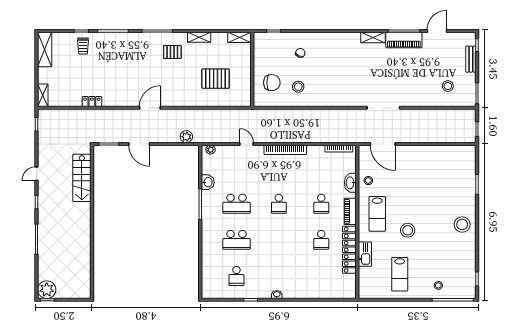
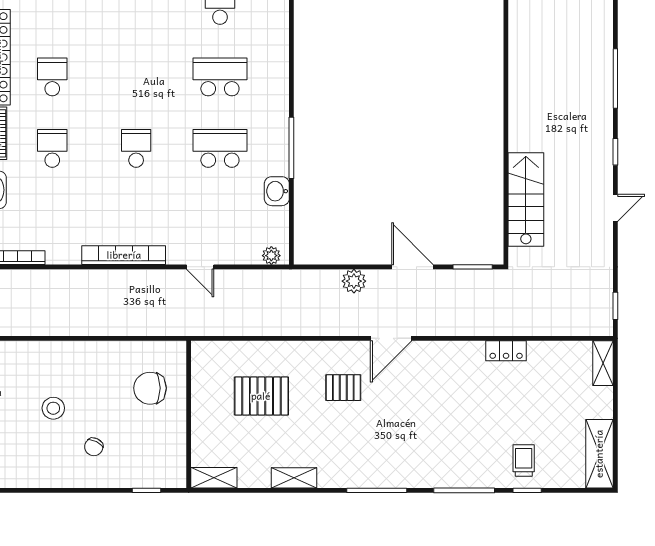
pallet: (172, 52) -> (343, 388), moved
stool: (298, 87) -> (53, 408), moved
plant: (186, 137) -> (354, 281), moved

